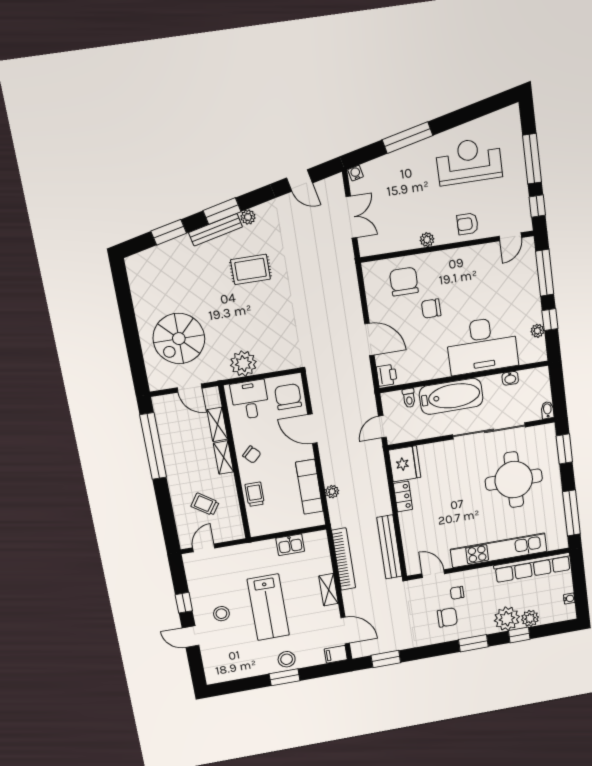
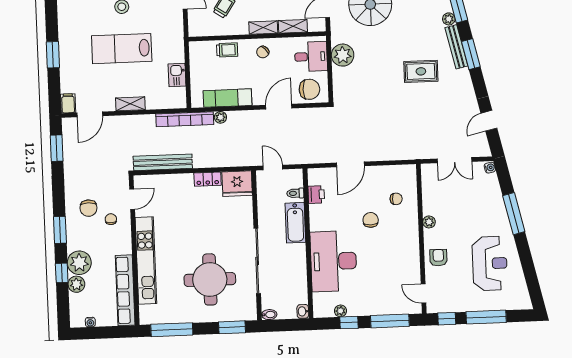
plant: (248, 217) -> (449, 19), moved
rug: (251, 269) -> (421, 71), turned 90
chair: (404, 282) -> (396, 199), width x0.54, depth x0.54
printer: (387, 375) -> (316, 195), moved, turned -90
washbasin: (510, 378) -> (303, 311), moved
bathtub: (451, 396) -> (295, 223), width x0.73, depth x0.73
bookcase: (344, 559) -> (185, 119), moved
stool: (287, 659) -> (70, 59), removed

